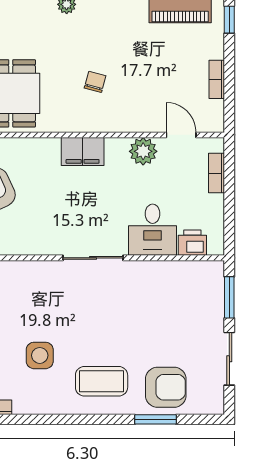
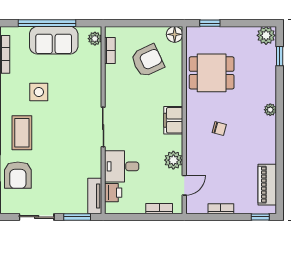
tv unit: (197, 271) -> (95, 196), added

